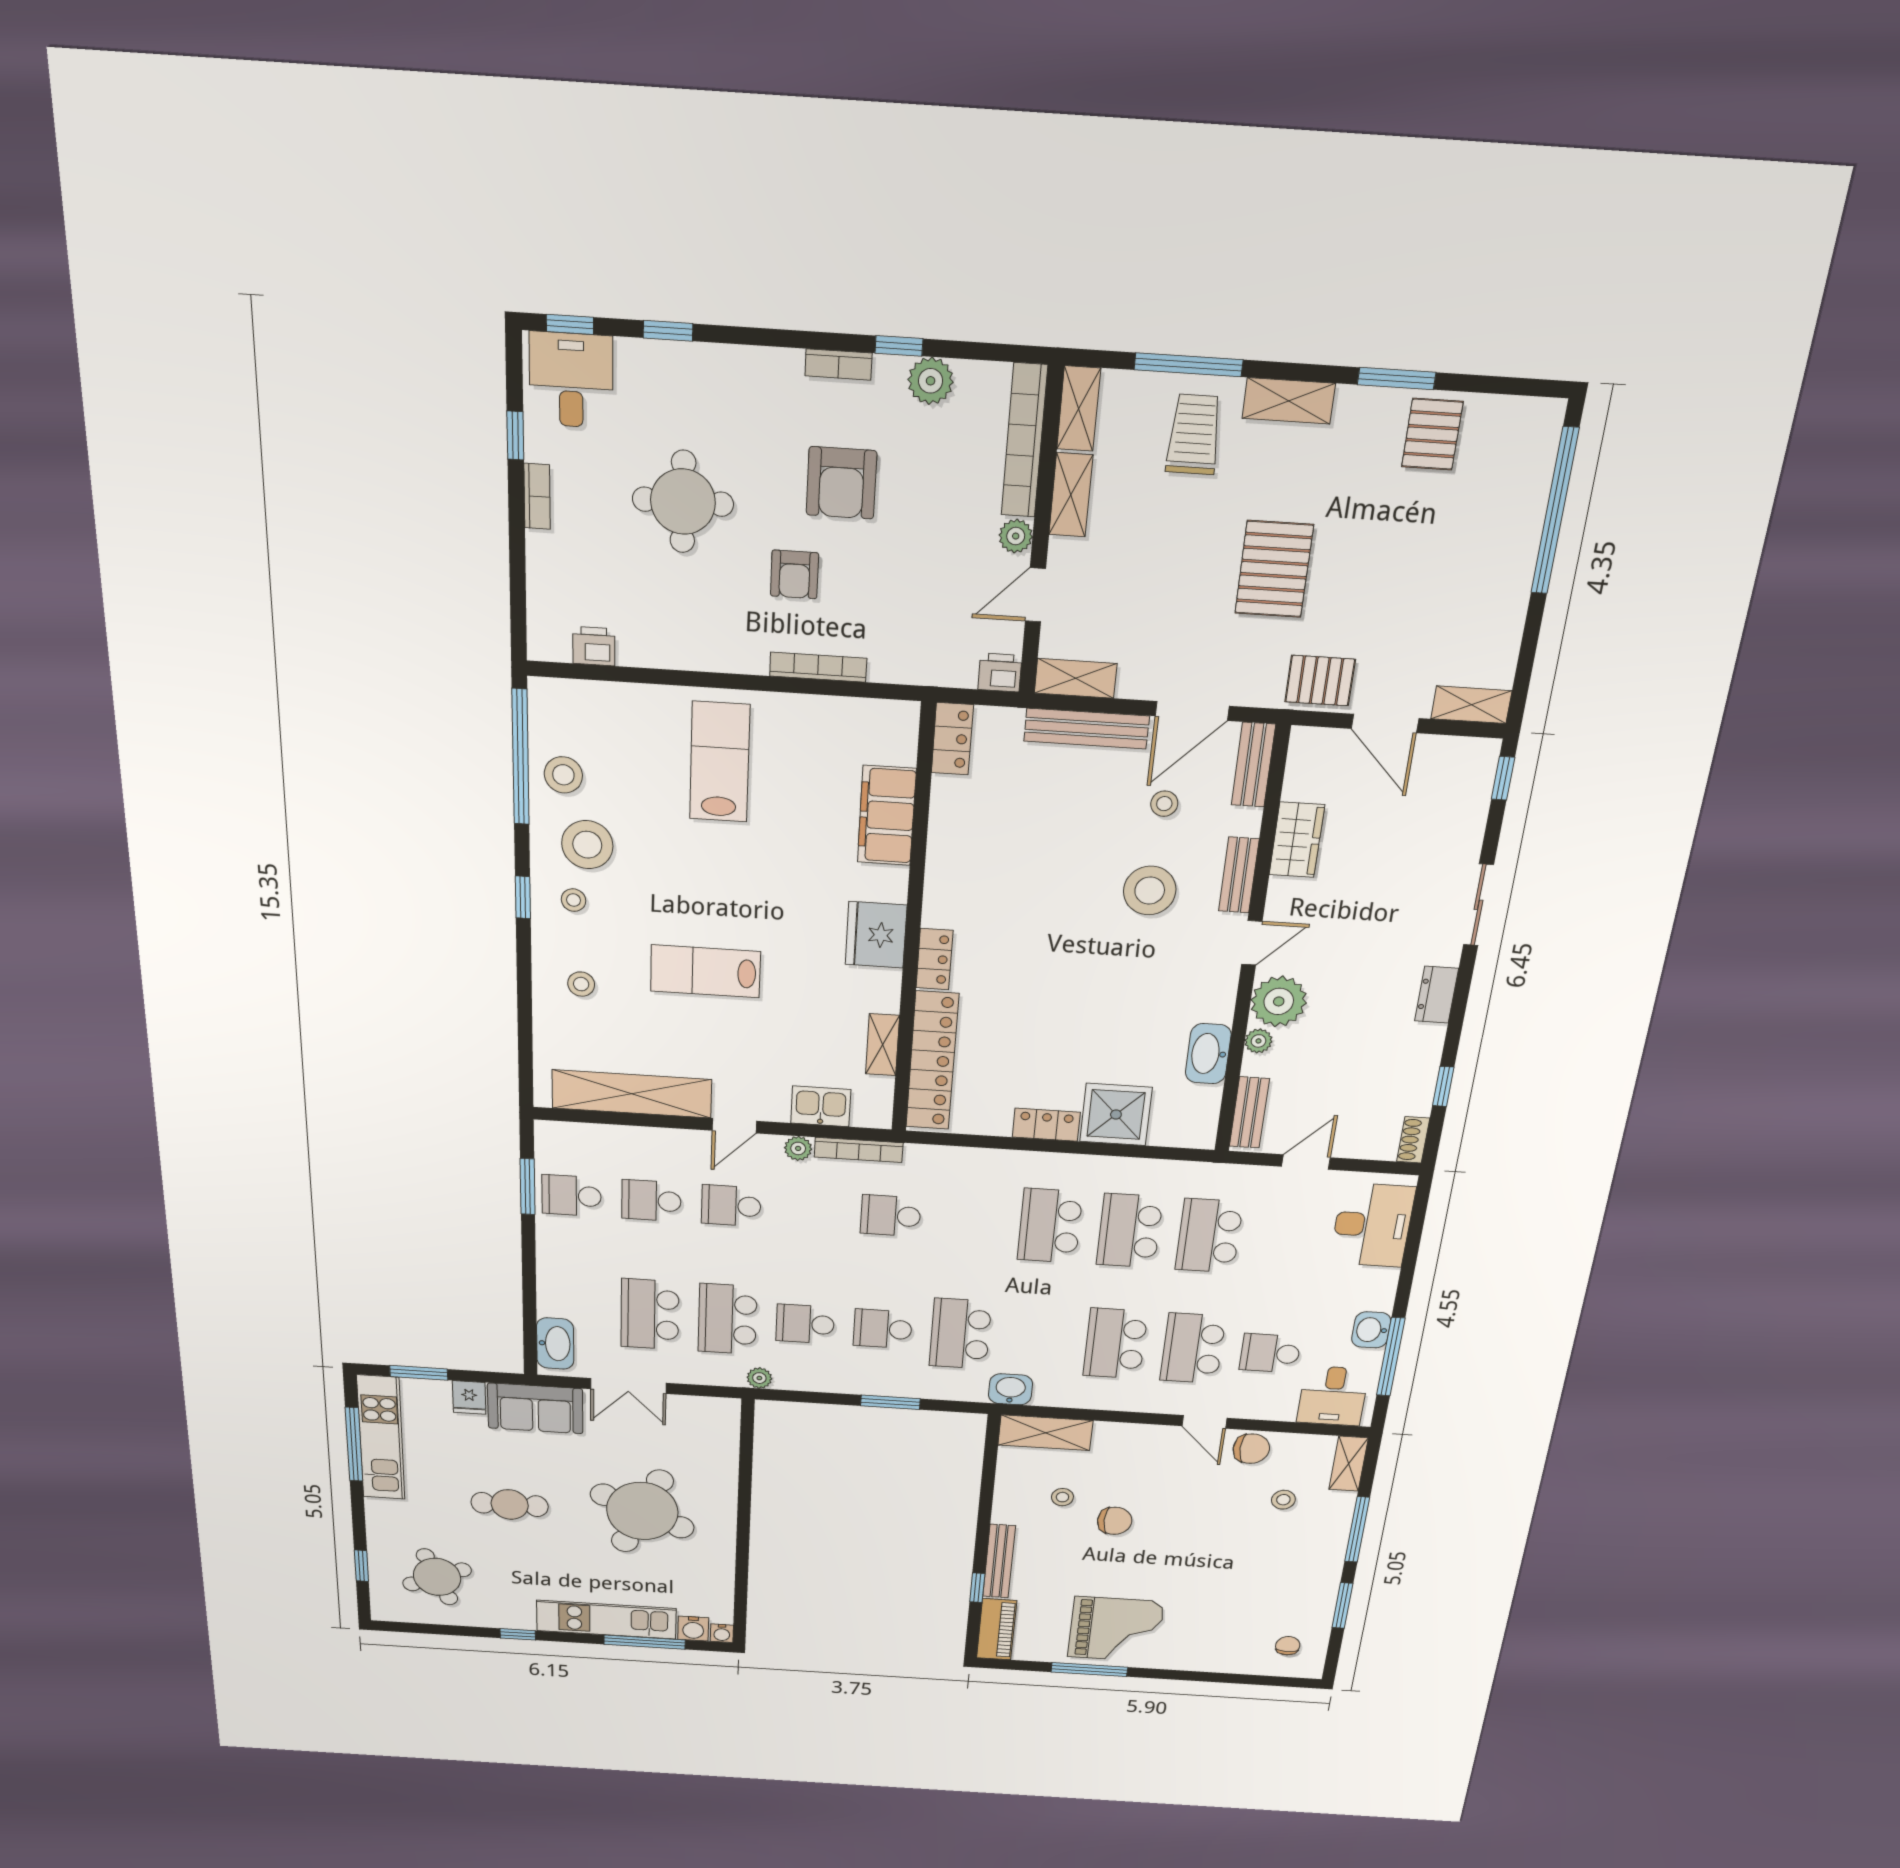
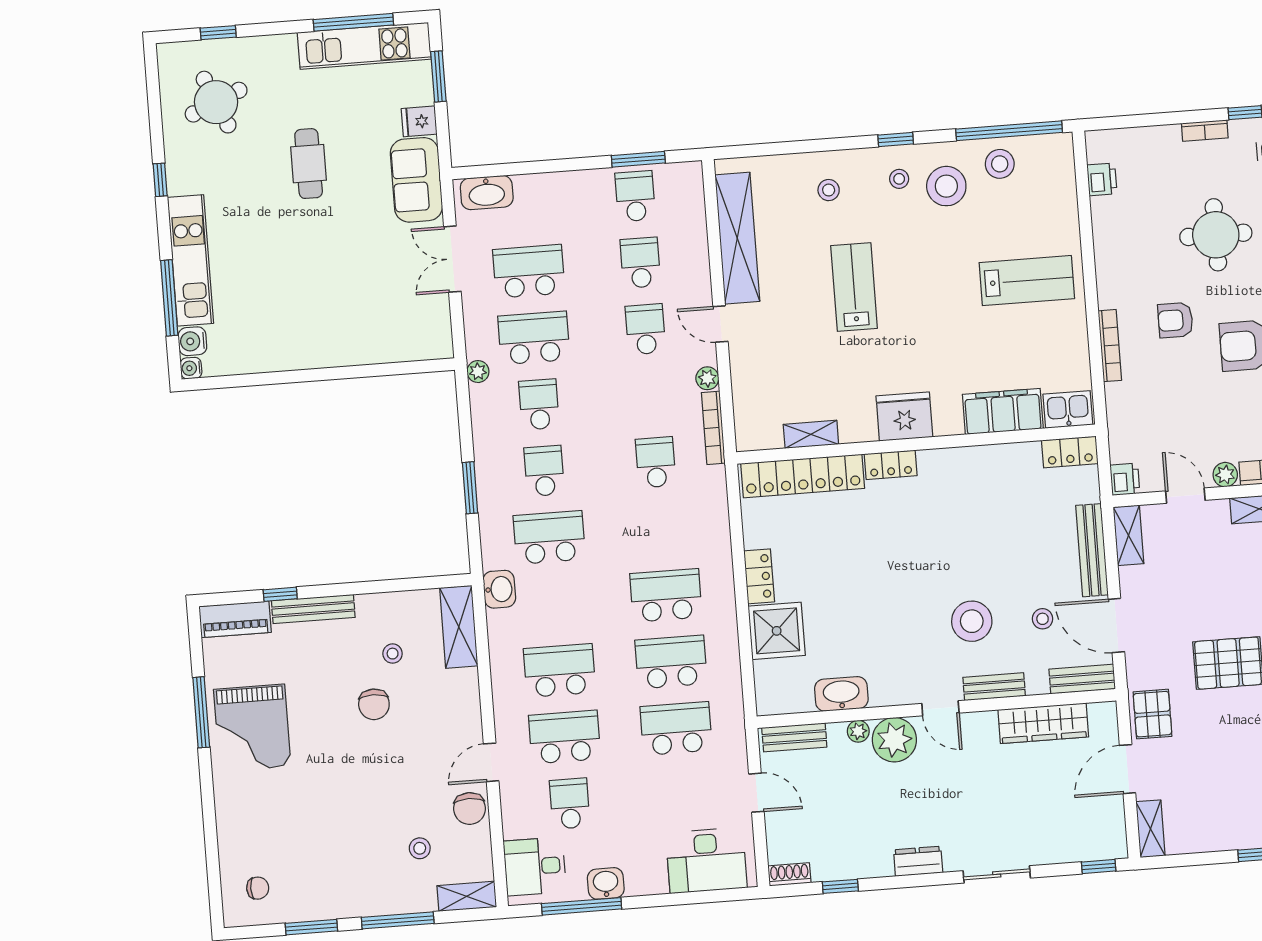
wardrobe: (1297, 840) -> (1043, 723), width x1.50
kitchen sink: (821, 1106) -> (1068, 410), moved, turned -90
round table: (642, 1511) -> (320, 283), removed

